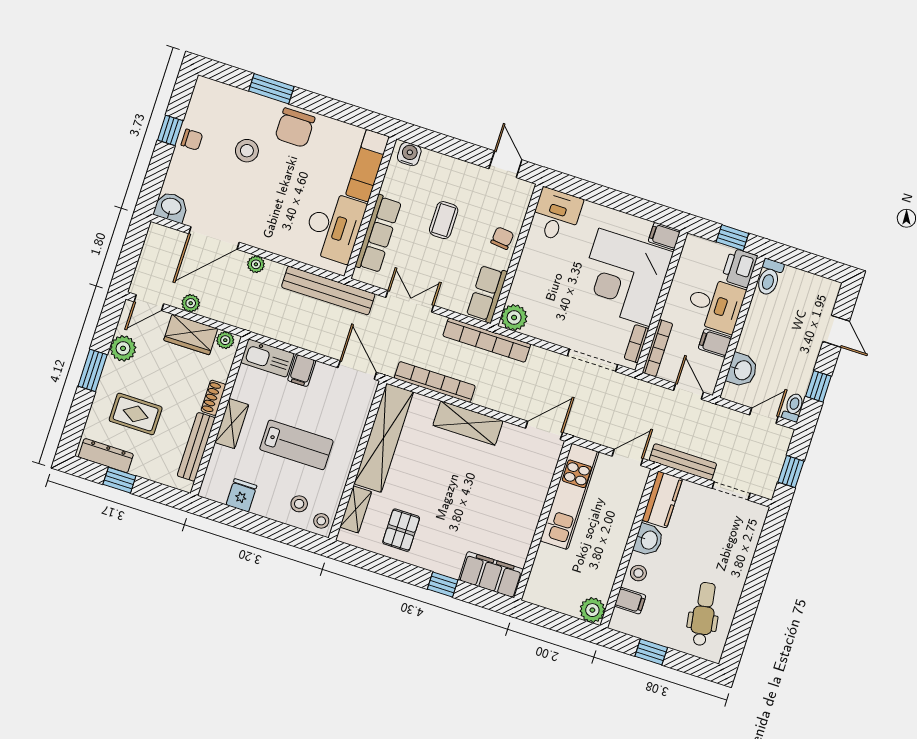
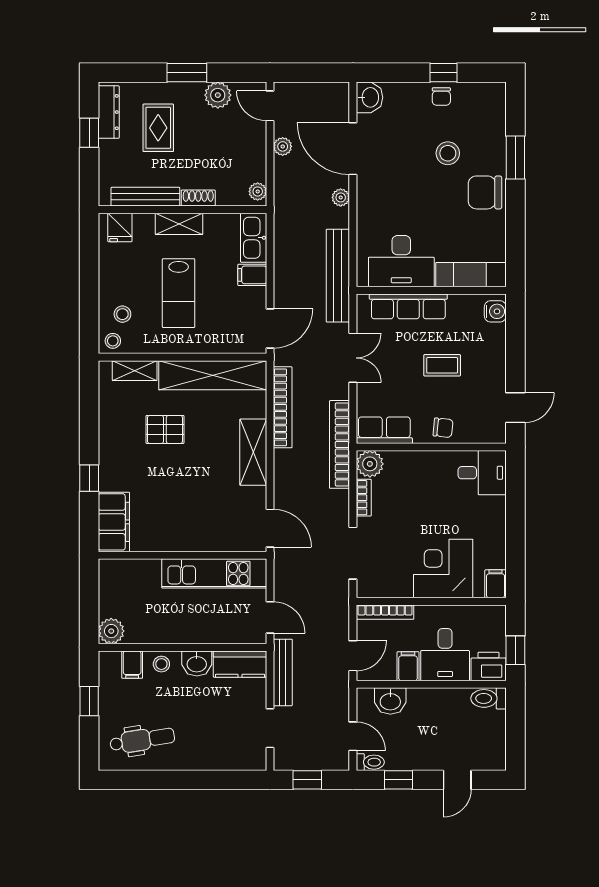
corner desk: (624, 277) -> (443, 568), width x0.74, depth x0.74
wardrobe: (191, 334) -> (252, 156), removed
bookcase: (636, 344) -> (364, 498), moved, turned 90
fridge: (242, 495) -> (120, 227), moved, turned 90
pallet: (401, 530) -> (165, 429), moved

